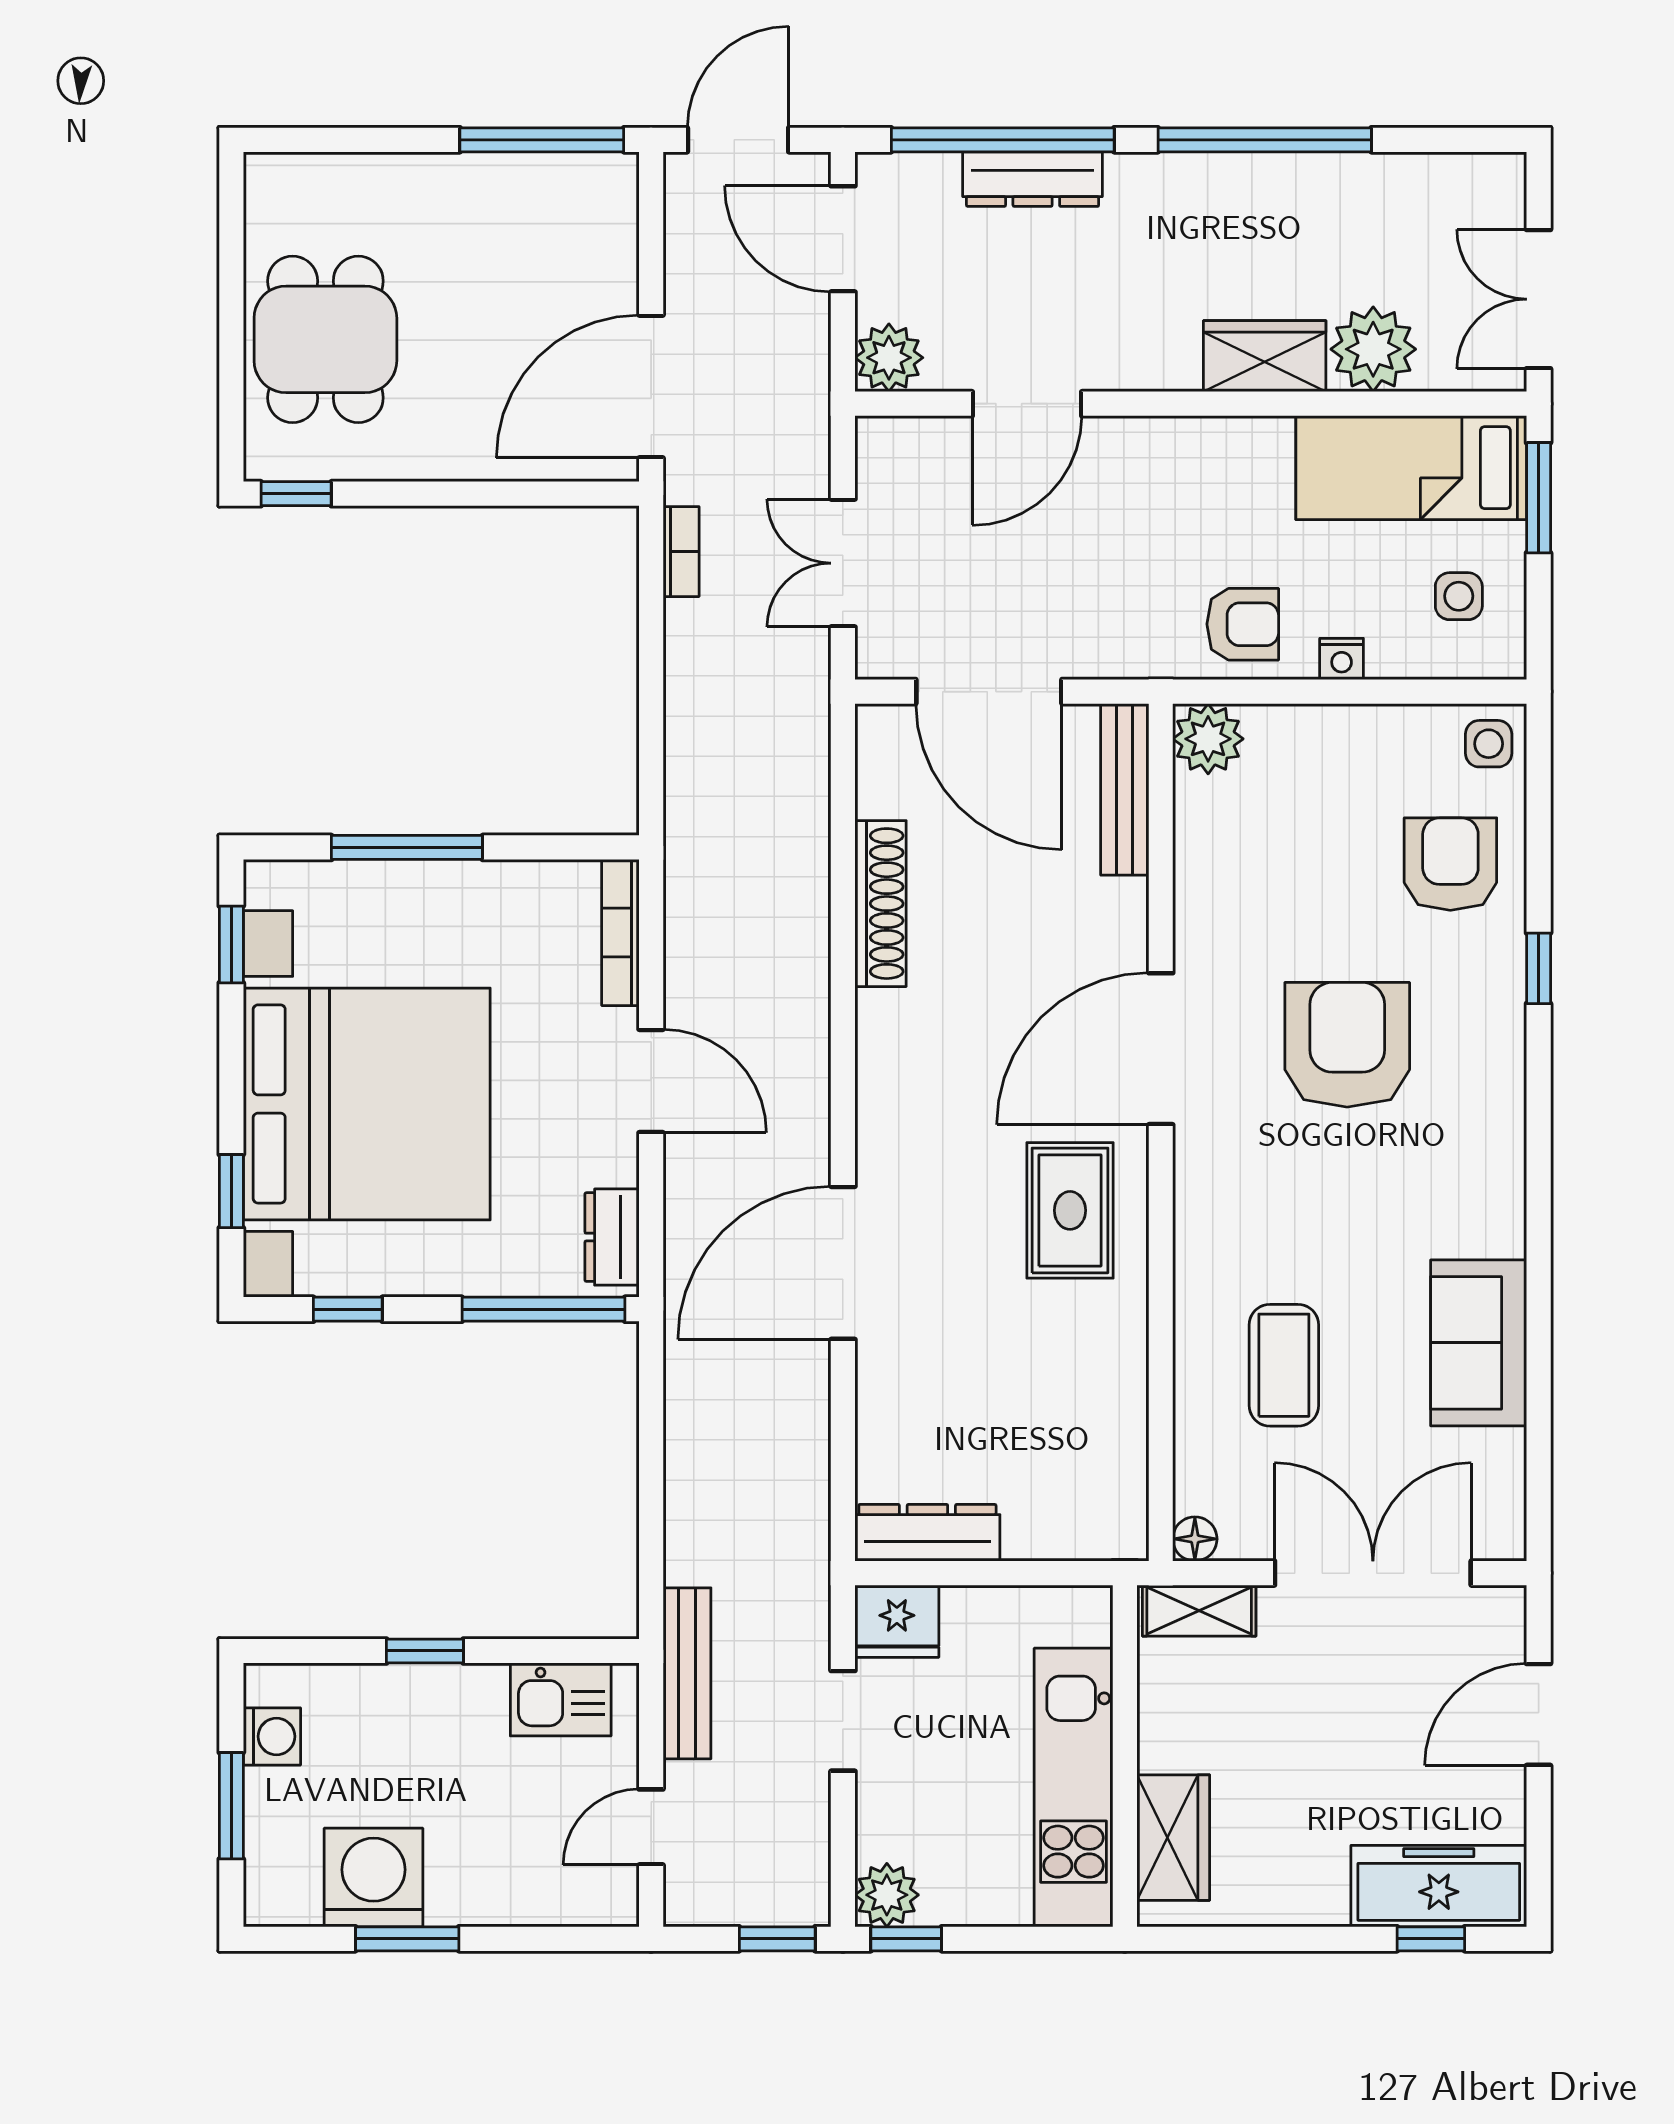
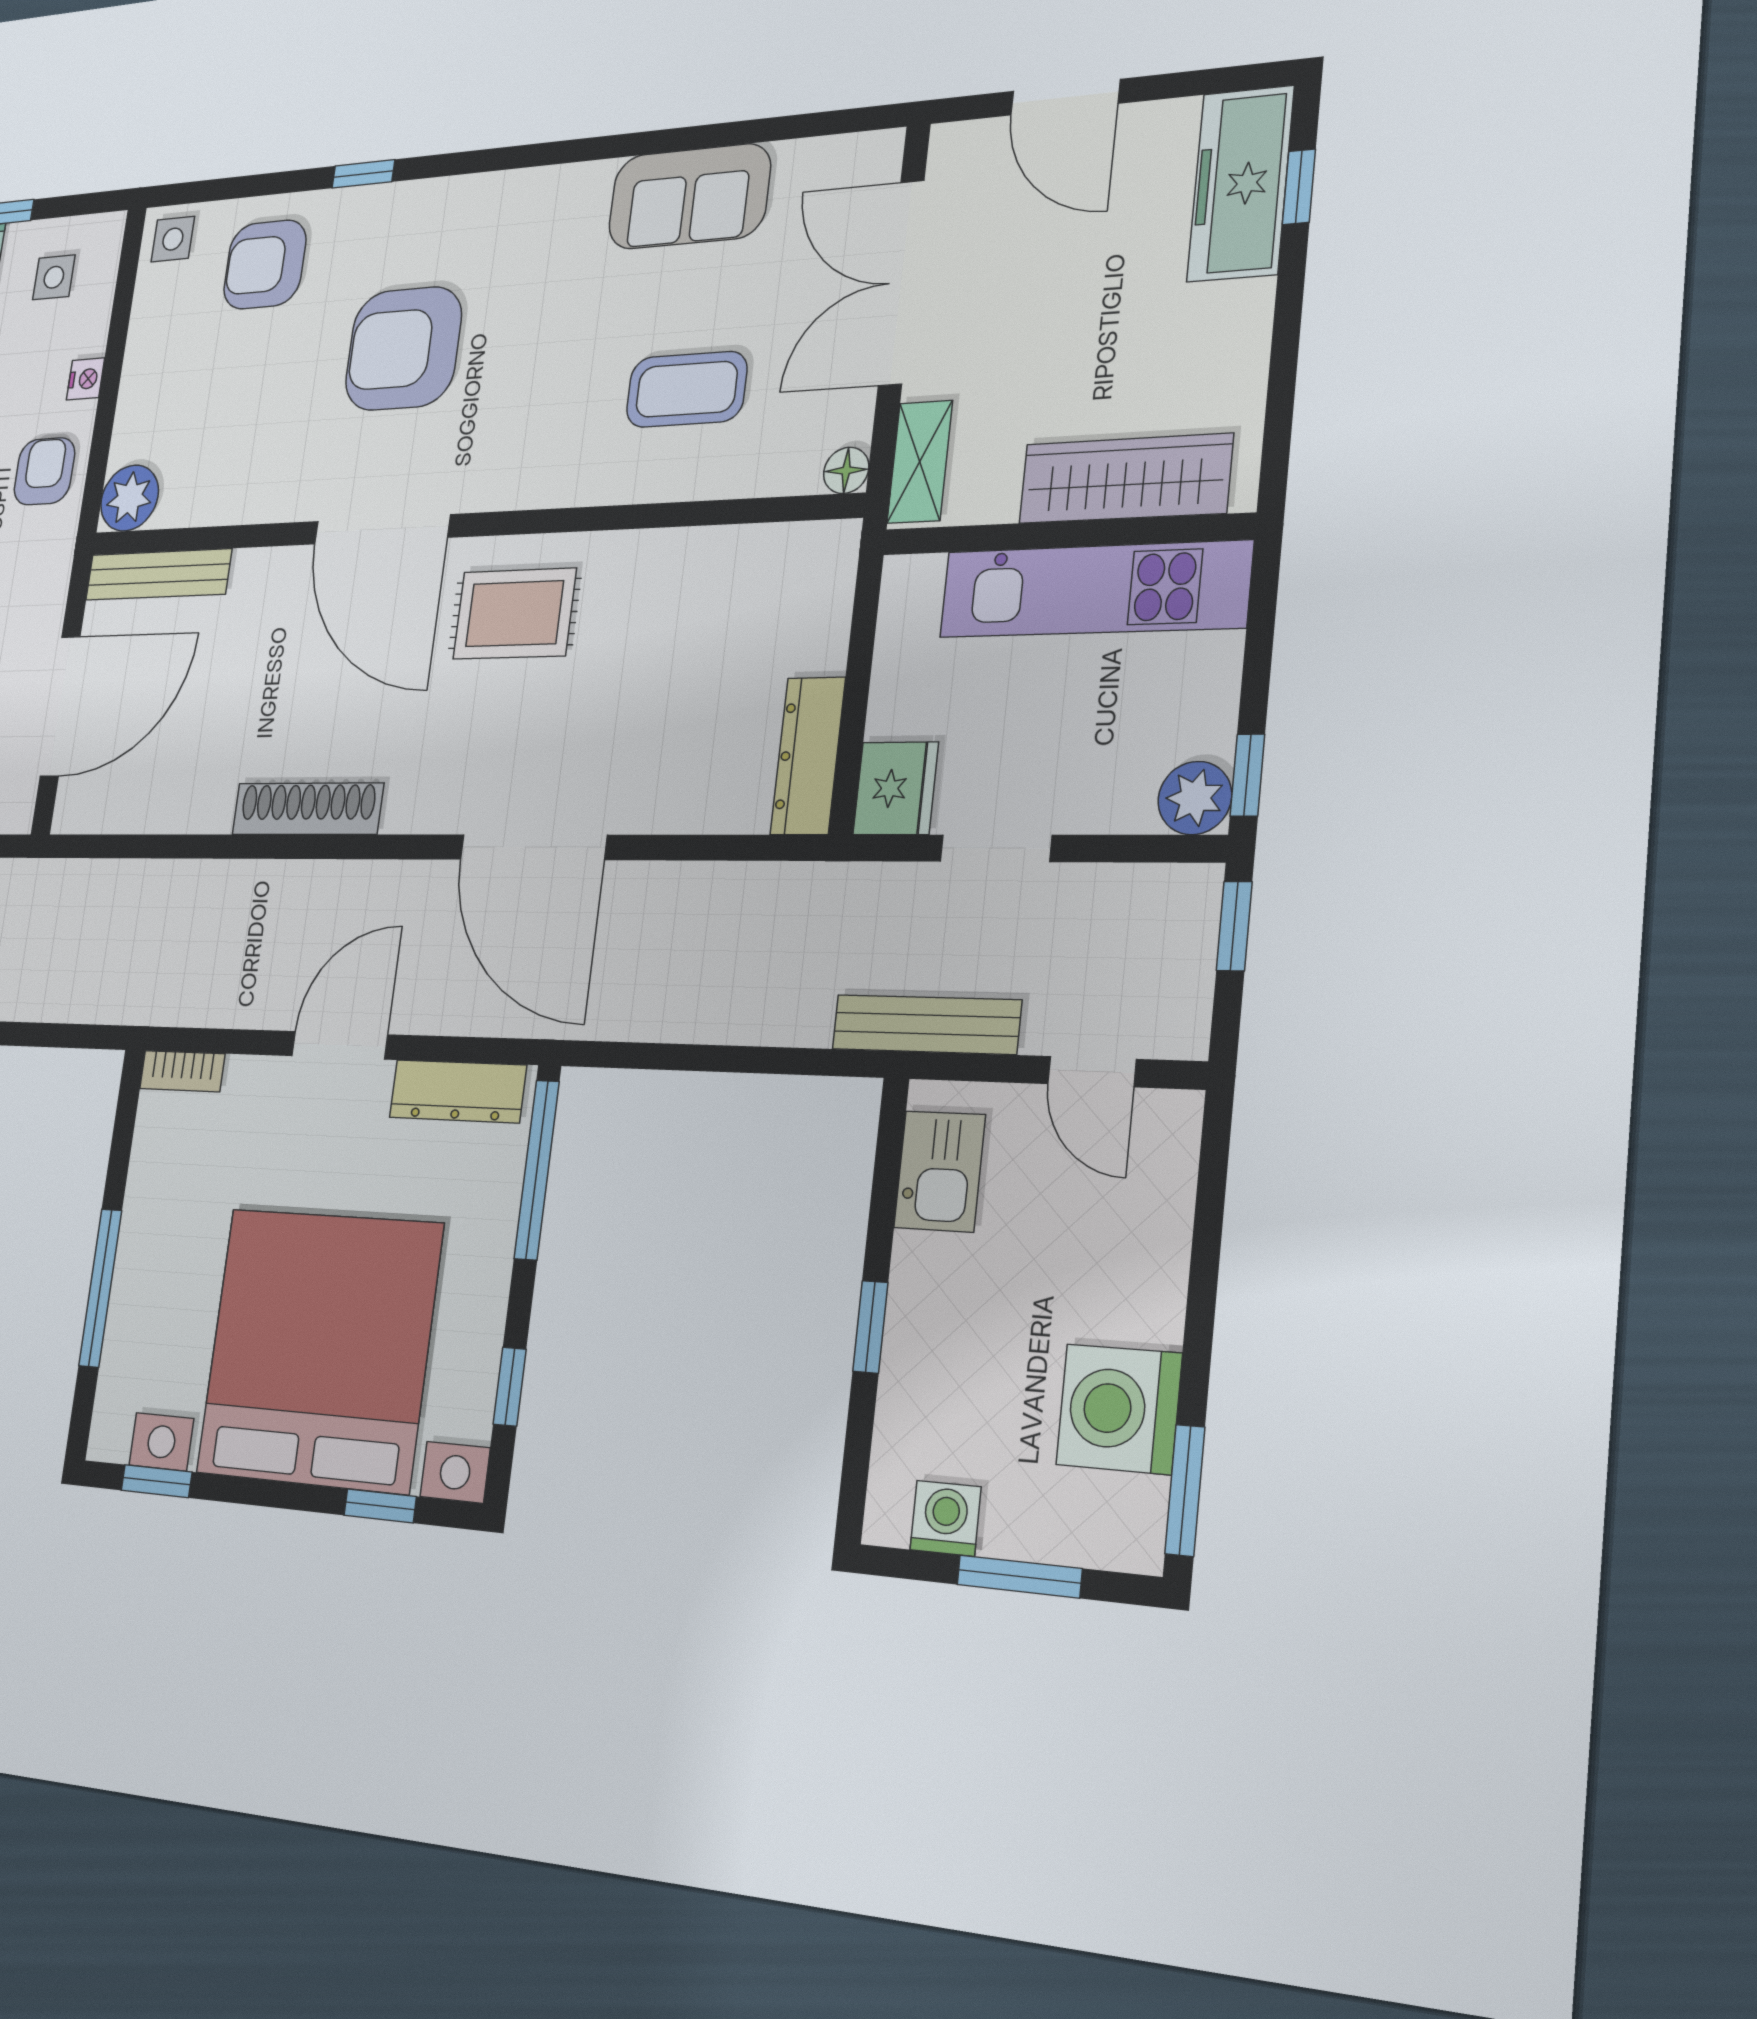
shoe rack: (881, 904) -> (307, 809), moved
bookcase: (620, 933) -> (182, 1071), width x0.64
dresser: (612, 1237) -> (458, 1091), width x1.44
wardrobe: (1173, 1838) -> (1125, 479), width x1.50
window: (407, 1939) -> (1185, 1490), moved

